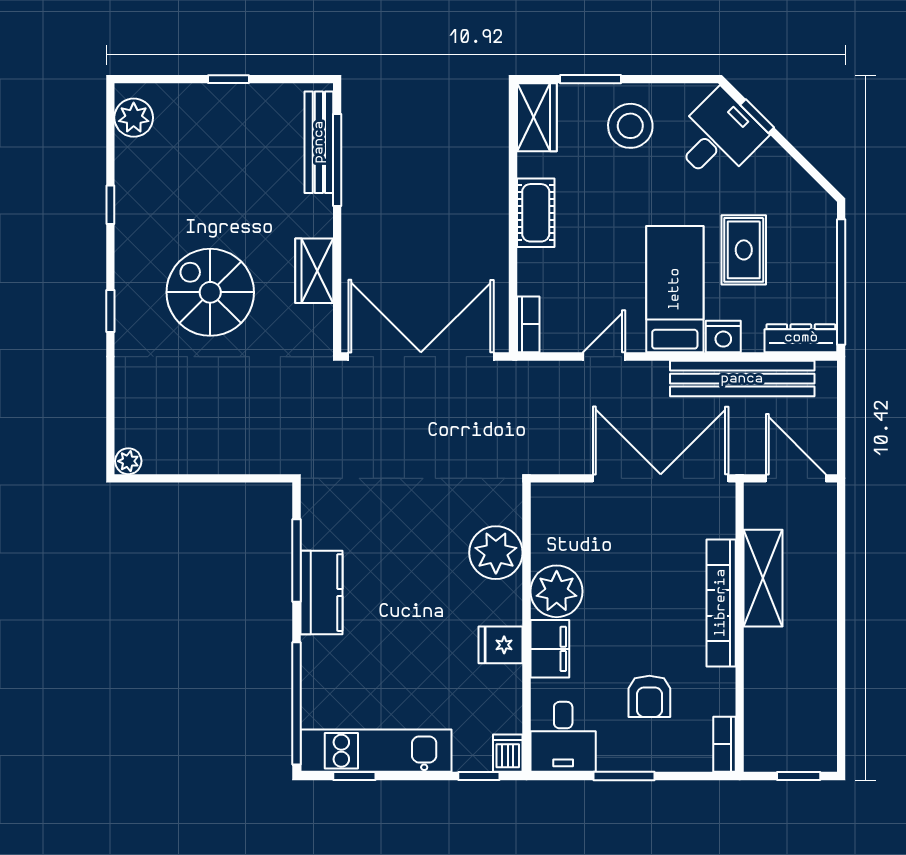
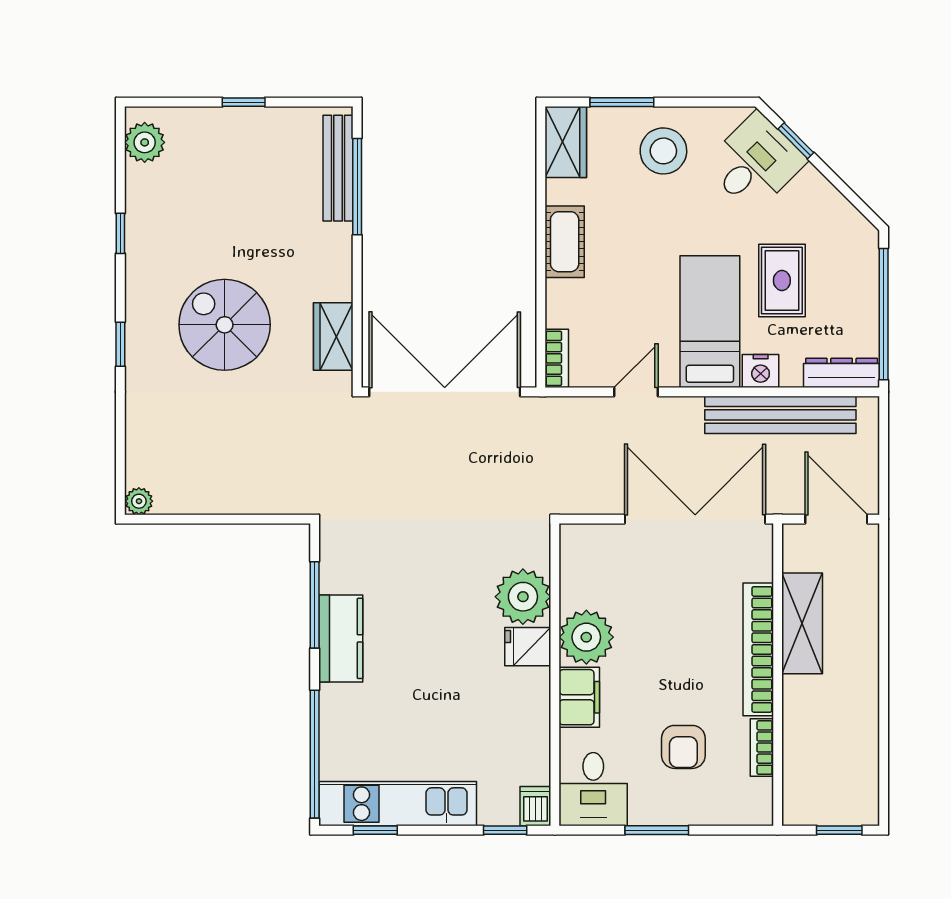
wardrobe: (314, 271) -> (333, 336), moved
fridge: (501, 645) -> (528, 647), moved
bookcase: (725, 744) -> (762, 748), moved

